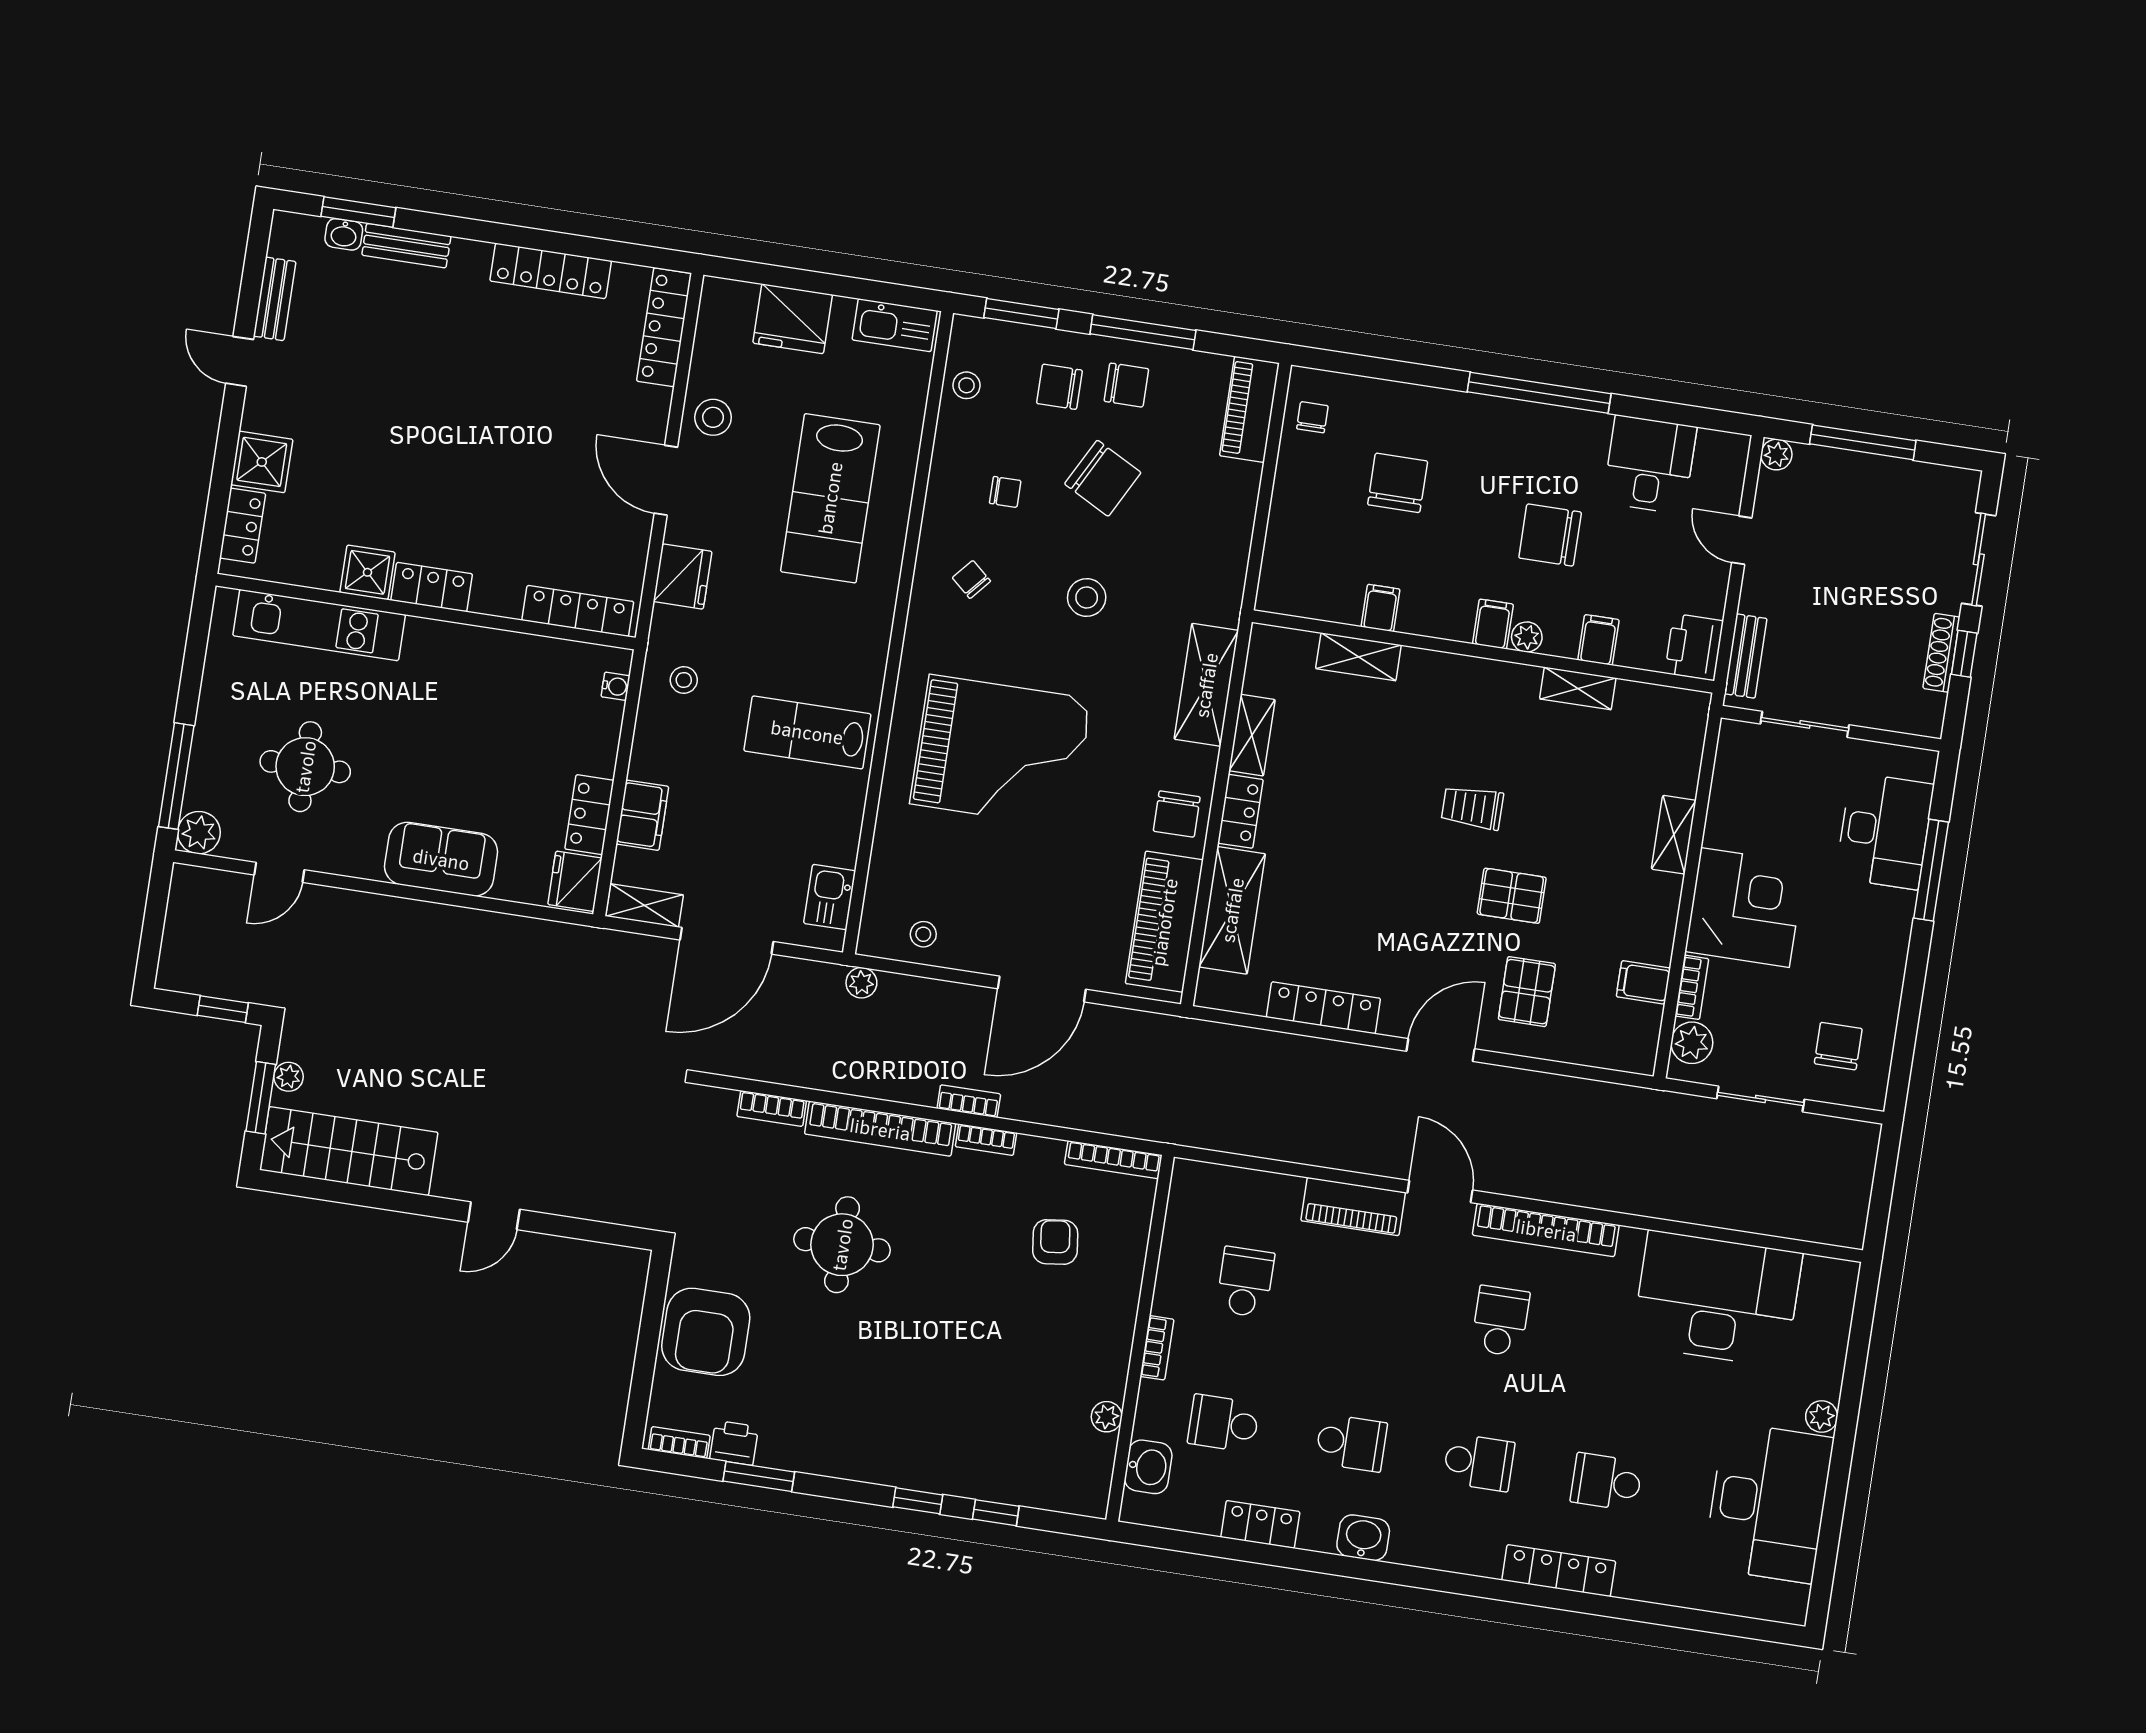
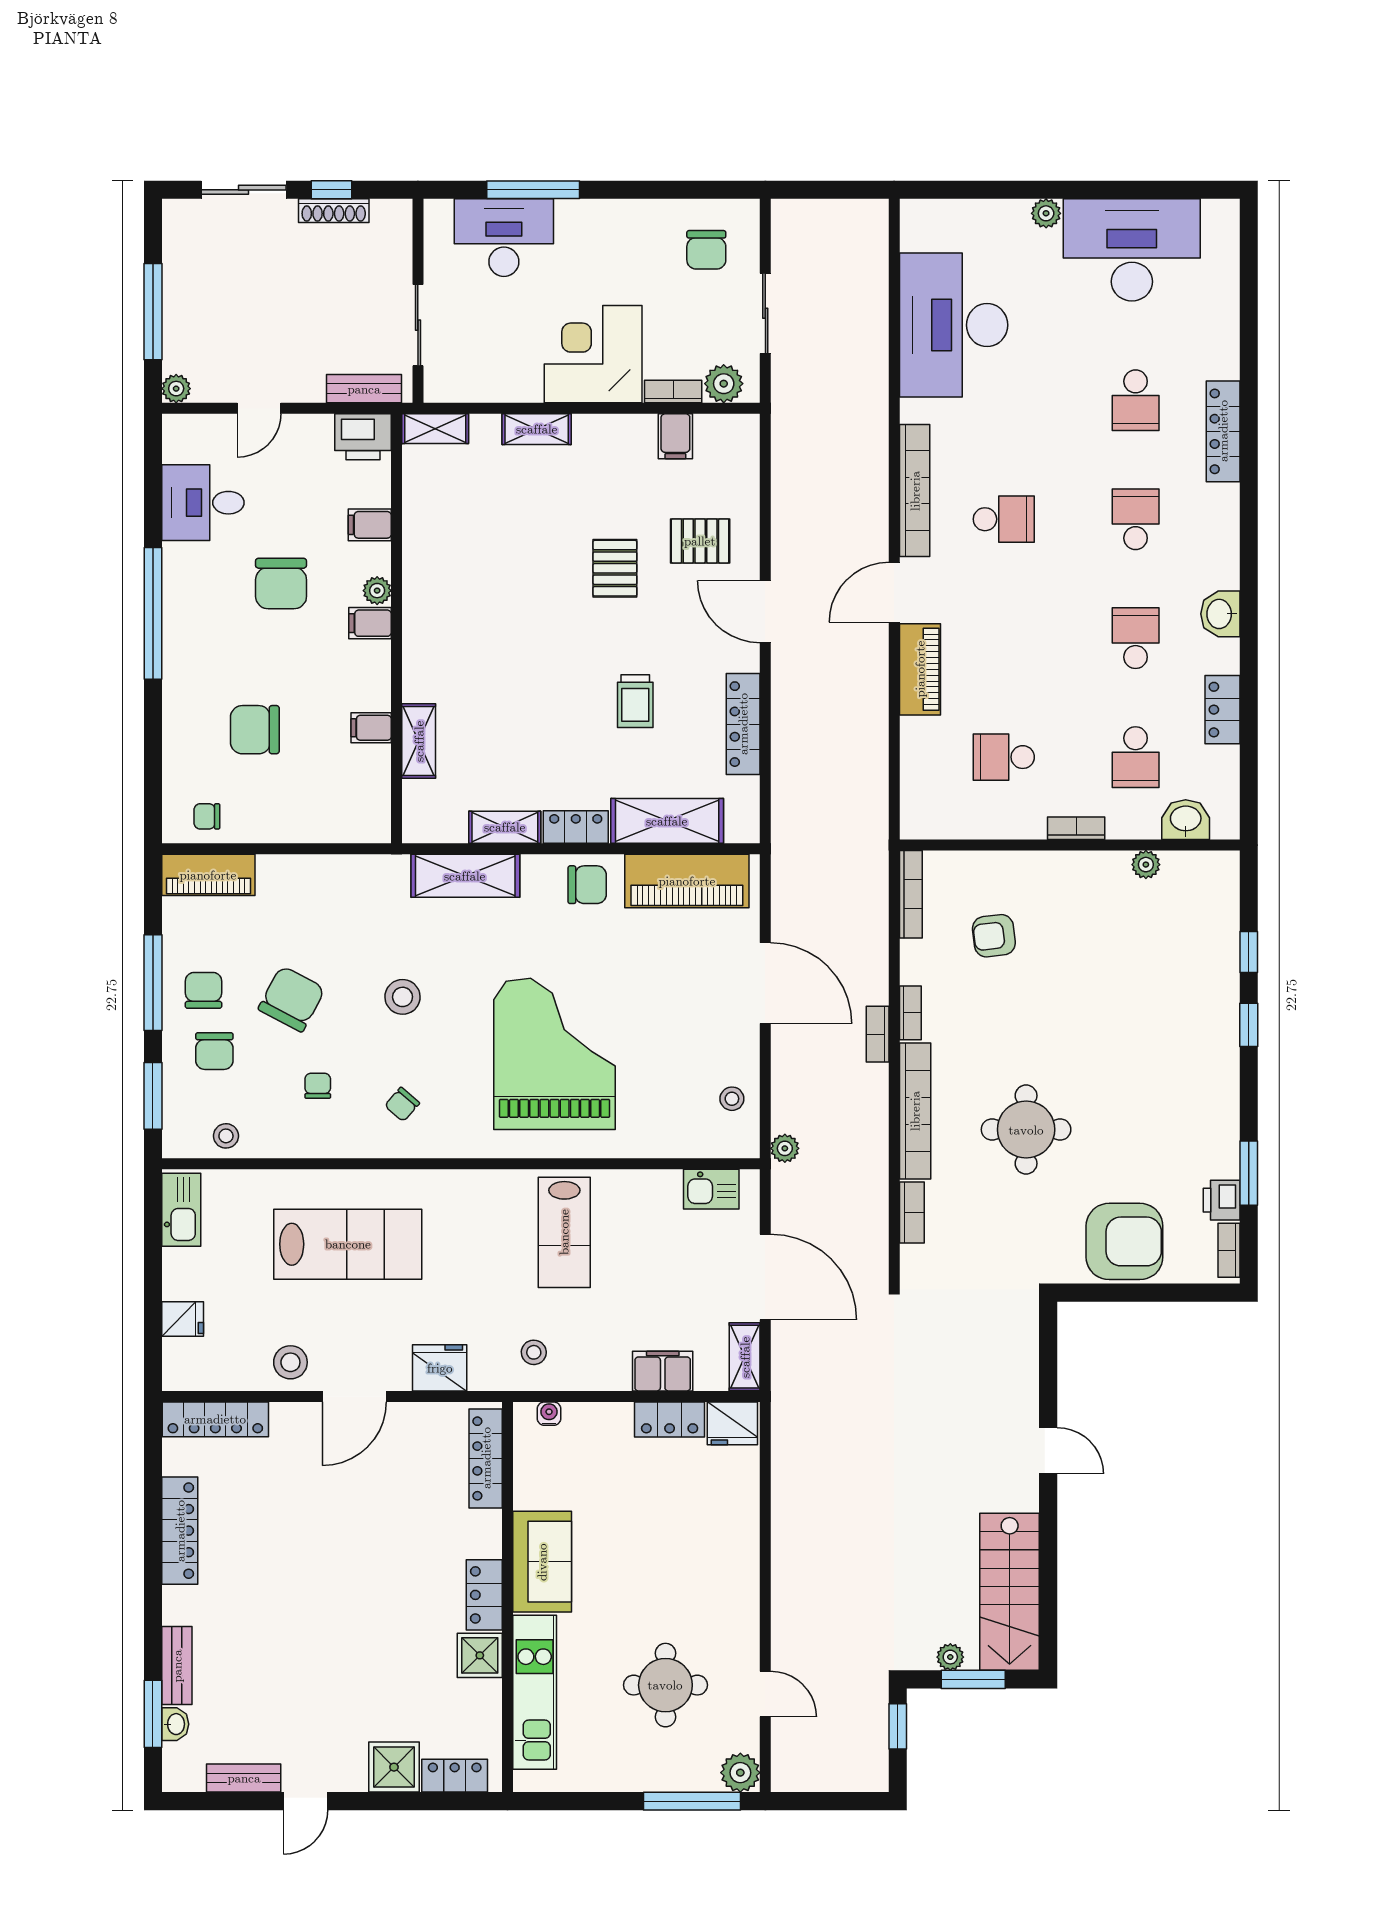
fridge: (793, 319) -> (183, 1319), width x0.53, depth x0.75
shelving: (1578, 688) -> (435, 429), moved, turned 90
trolley: (1472, 808) -> (635, 701), moved
sofa: (441, 859) -> (542, 1562), moved, turned 180
chair: (1838, 1046) -> (706, 250), turned -90
school desk: (1500, 1321) -> (1004, 519), turned 180

